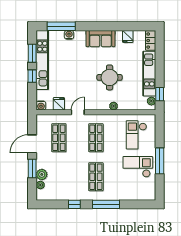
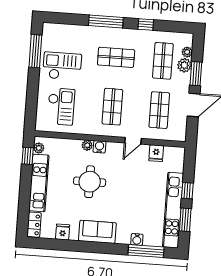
water cooler: (41, 105) -> (99, 147), moved
window: (160, 161) -> (35, 51), moved
checkout: (138, 167) -> (62, 66), turned 180
shop shelf: (59, 177) -> (163, 61), added
shop shelf: (96, 177) -> (116, 57), turned 90

